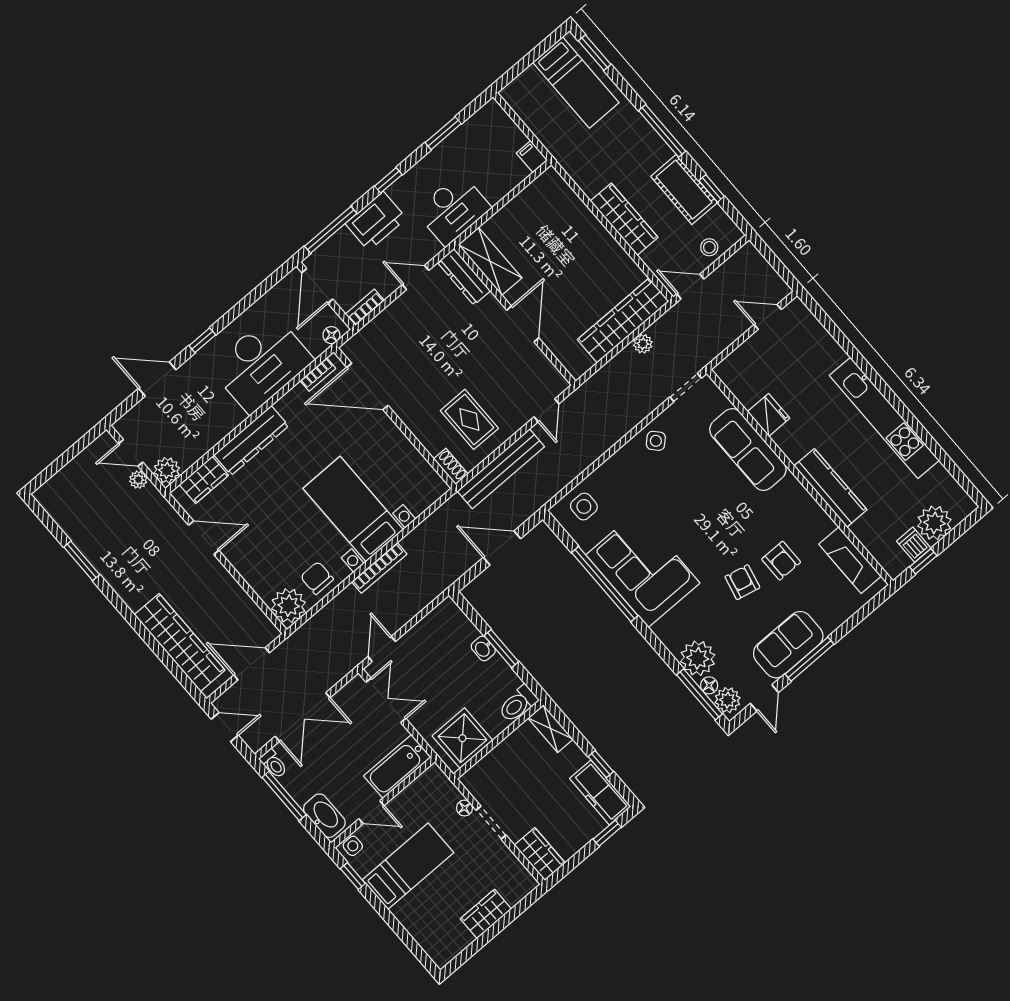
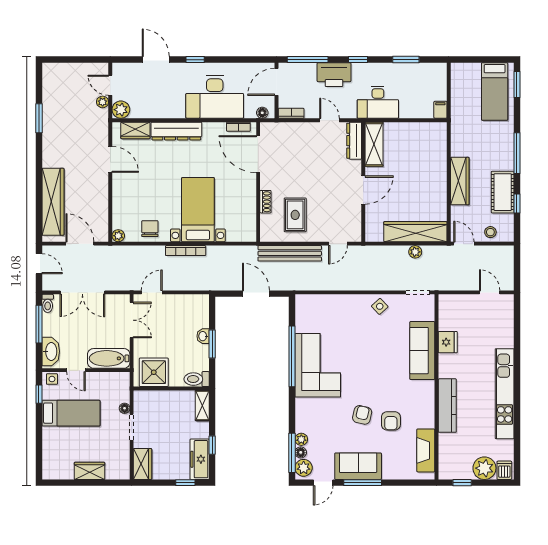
shoe rack: (451, 466) -> (265, 202), moved
side table: (584, 506) -> (315, 308), removed
dishwasher: (914, 545) -> (504, 470), moved
plant: (289, 606) -> (118, 236), width x0.53, depth x0.53
plant: (698, 658) -> (301, 439), width x0.53, depth x0.53

